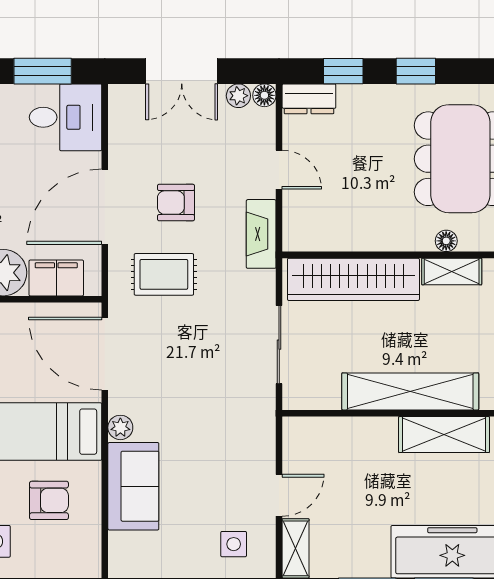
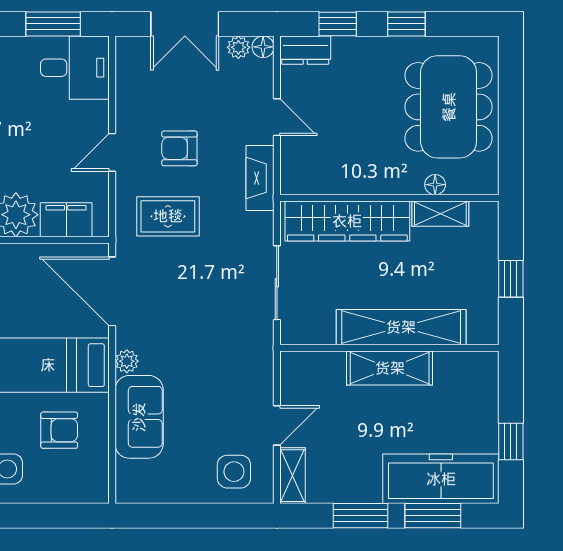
door: (105, 207) -> (112, 152), width x0.53
shelving: (444, 435) -> (390, 368), moved
side table: (234, 544) -> (234, 472), width x1.37, depth x1.37

